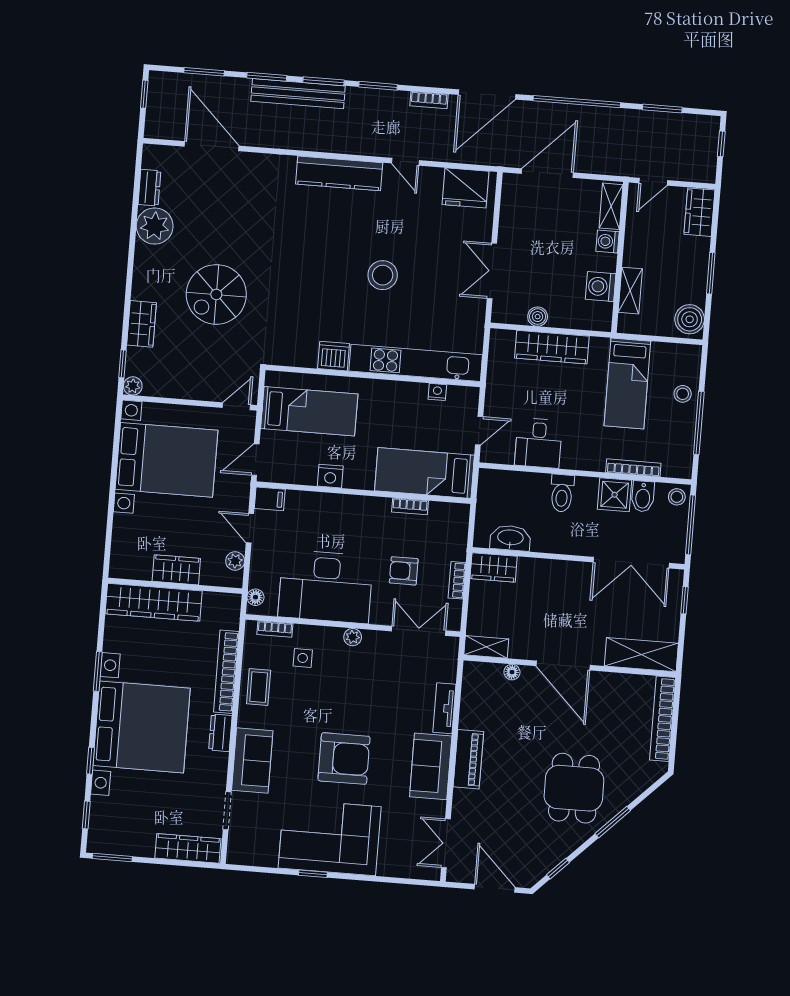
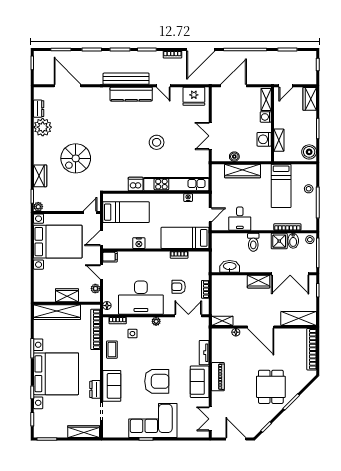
bench: (298, 94) -> (126, 79), moved
wardrobe: (494, 567) -> (259, 282), moved
bookcase: (226, 672) -> (95, 329), moved
dresser: (220, 733) -> (95, 389), moved

